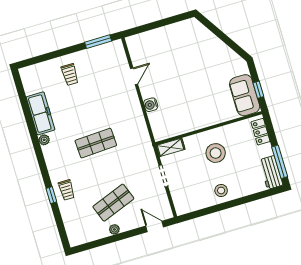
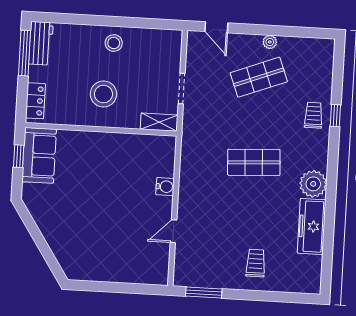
plant: (44, 140) -> (313, 184), width x1.88, depth x1.88

